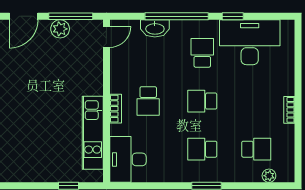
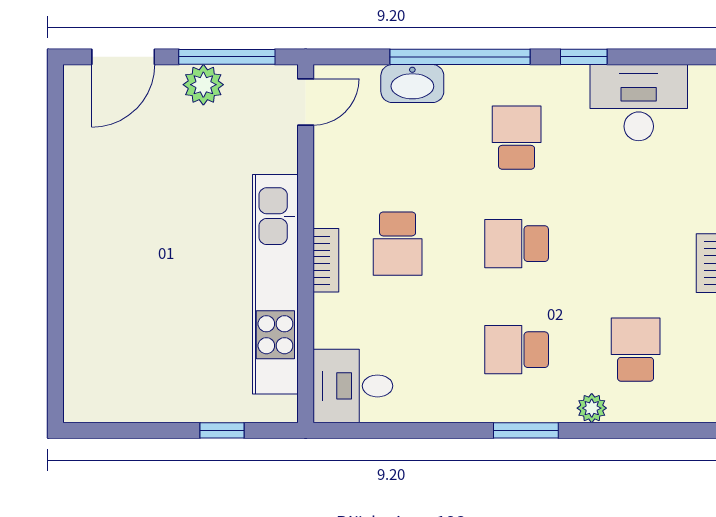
desk: (250, 42) -> (639, 103), width x0.73, depth x0.77
kitchen unit: (93, 133) -> (275, 284), width x1.36
school desk: (256, 149) -> (636, 350), turned -90
desk: (128, 159) -> (353, 386), width x0.73
plant: (269, 176) -> (592, 408), moved

